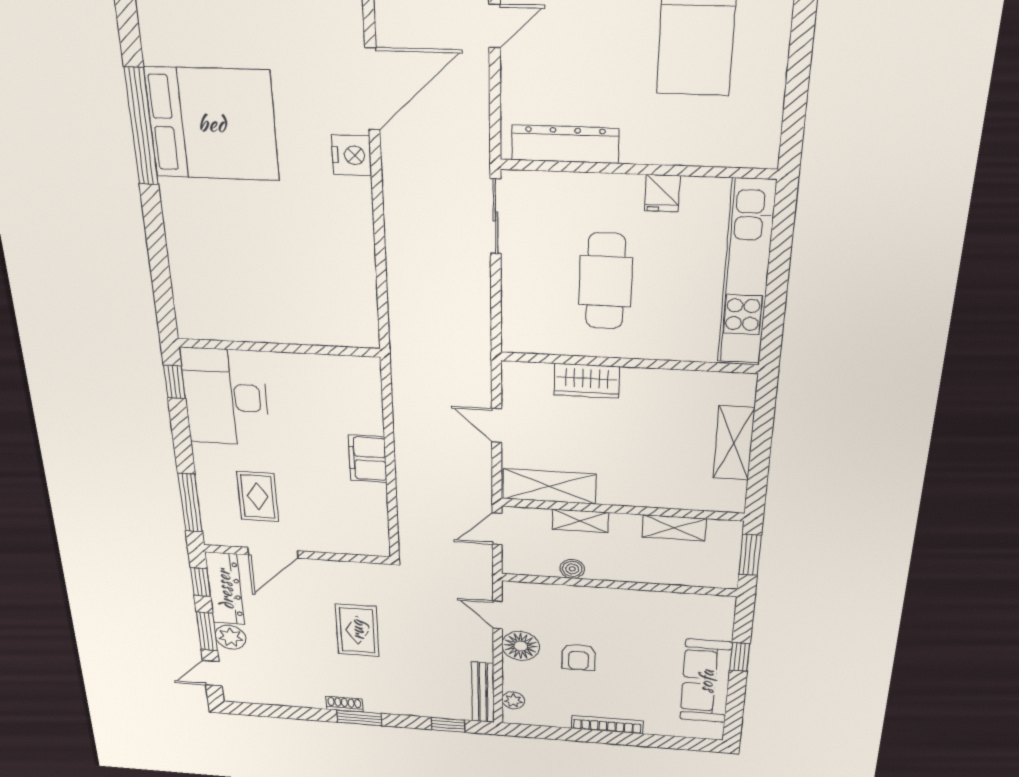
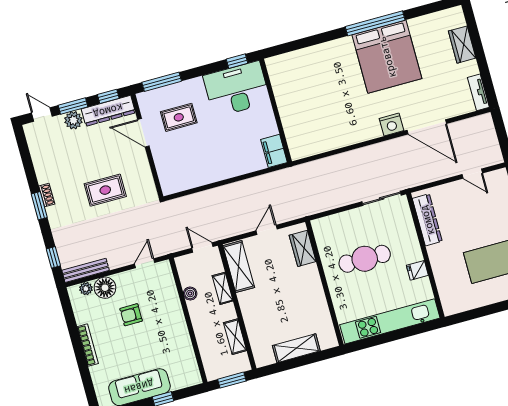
wardrobe: (587, 381) -> (303, 248), moved
filing cabinet: (368, 459) -> (274, 151), moved, turned -90
floor lamp: (521, 646) -> (105, 288), moved

